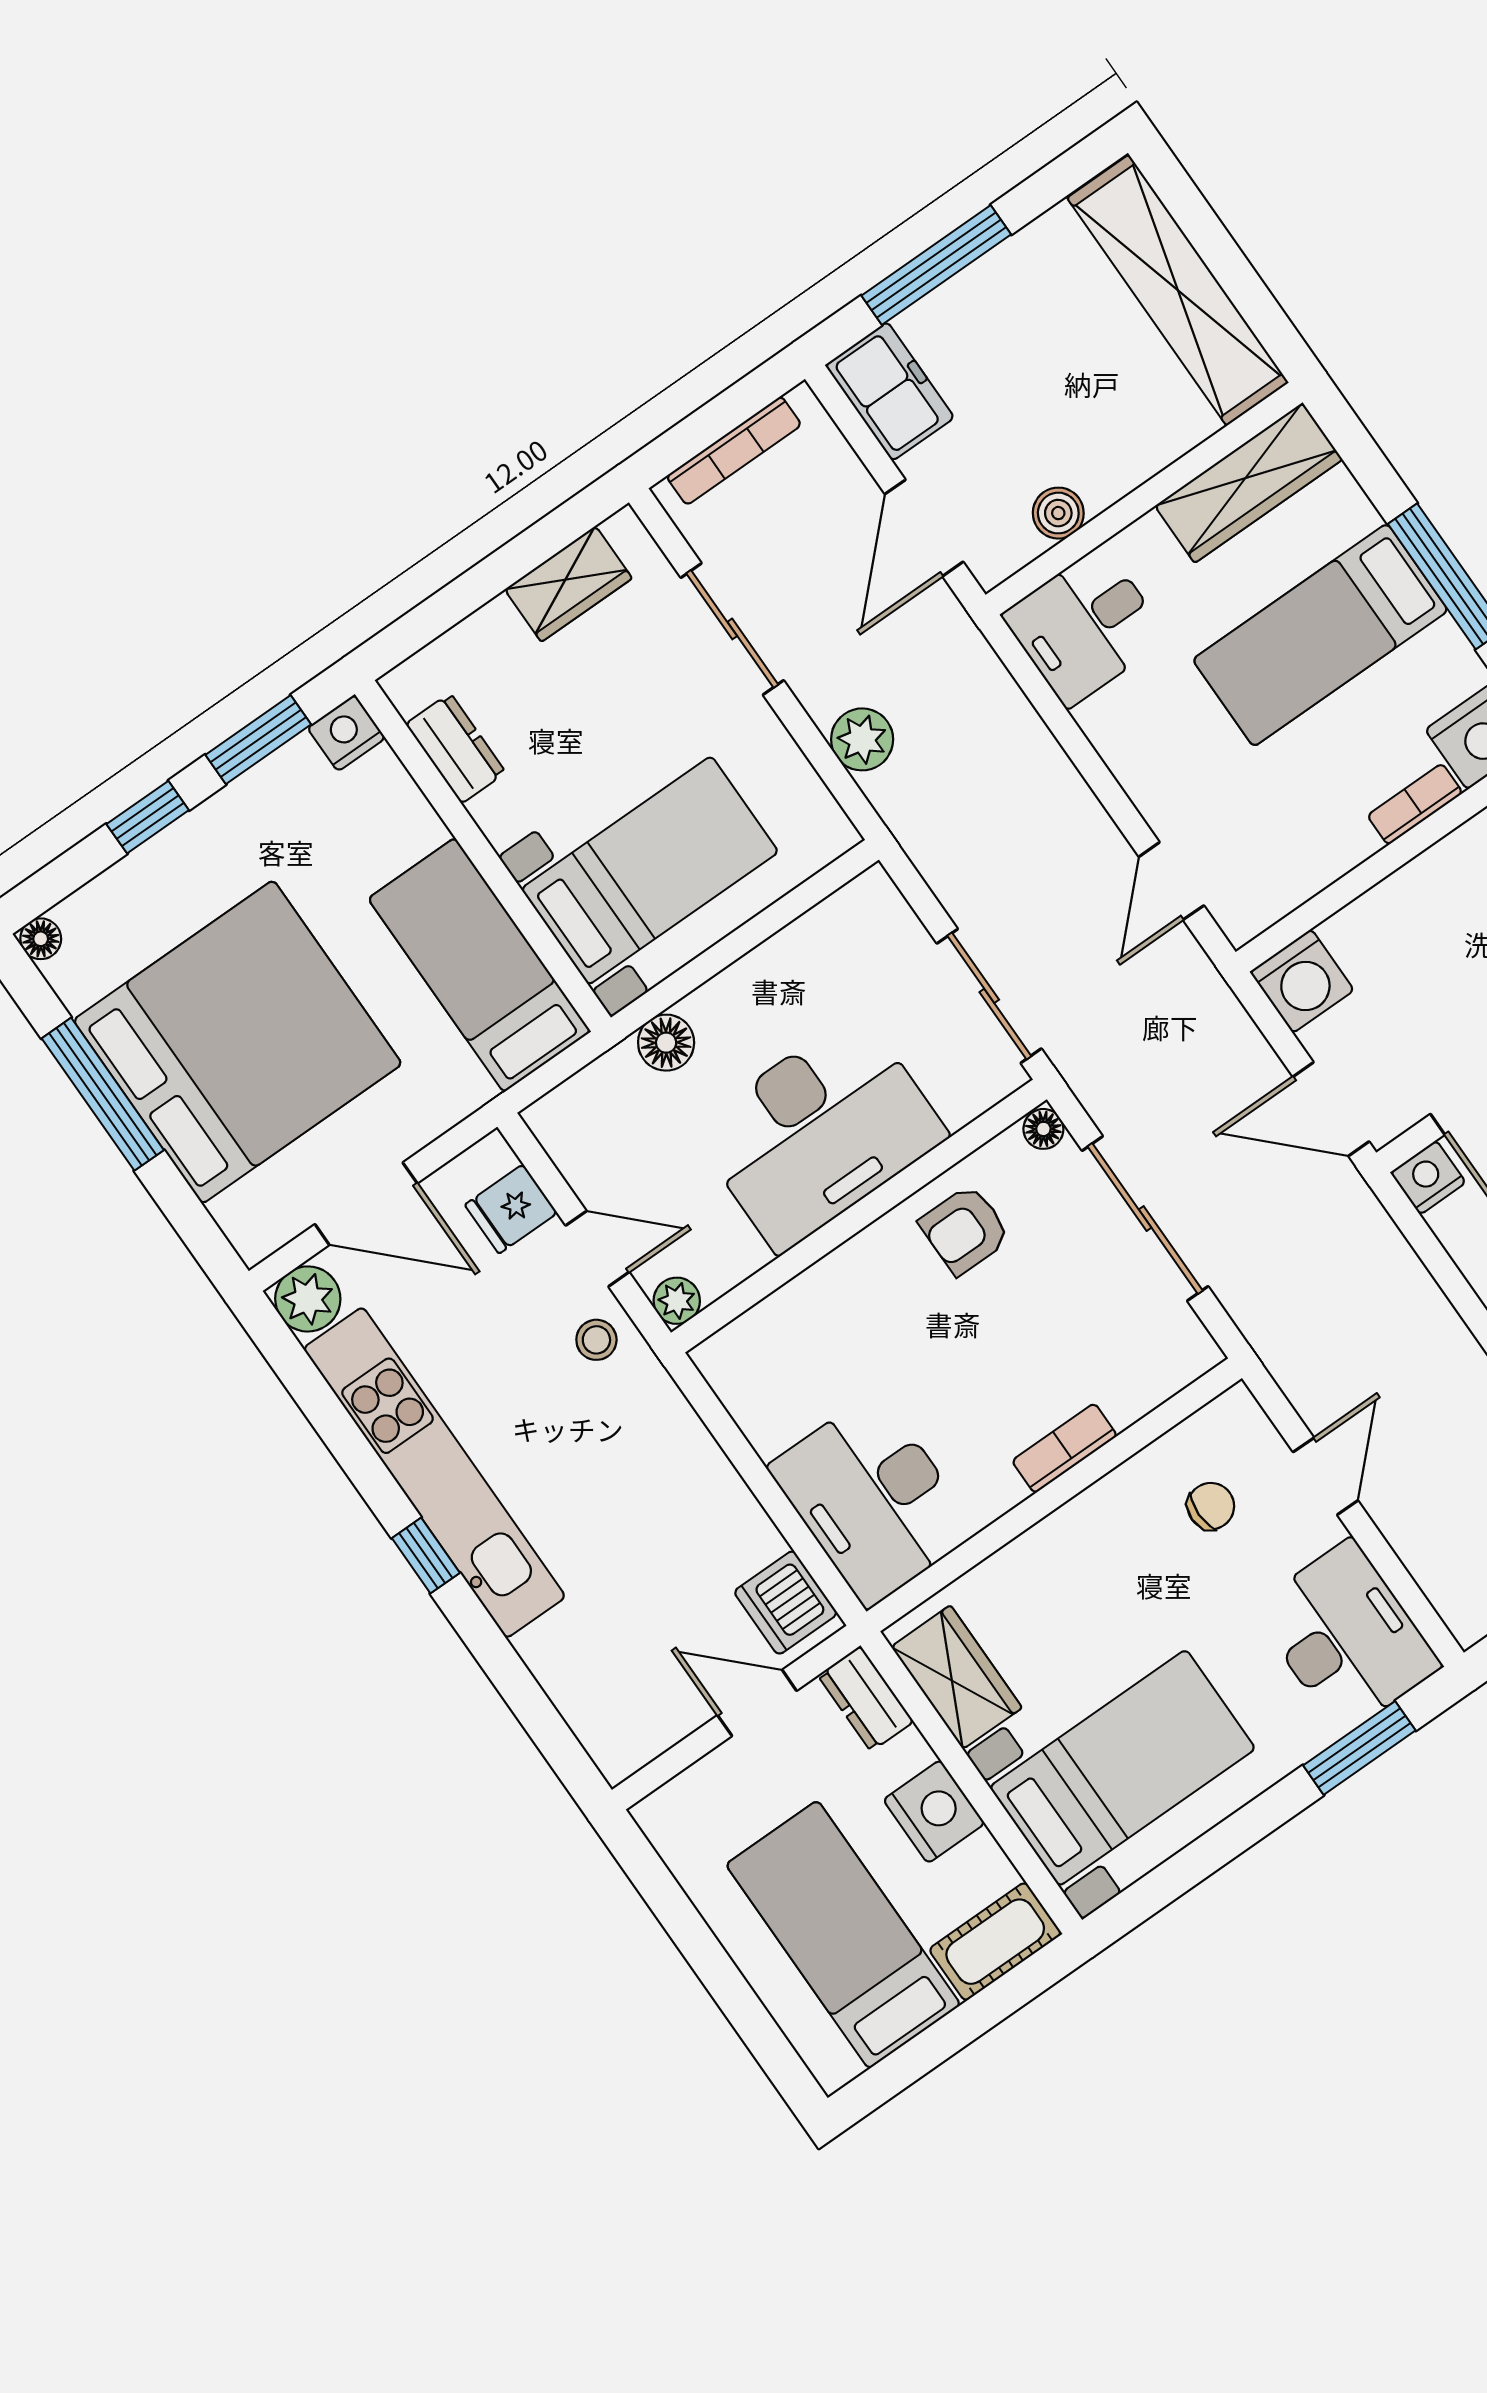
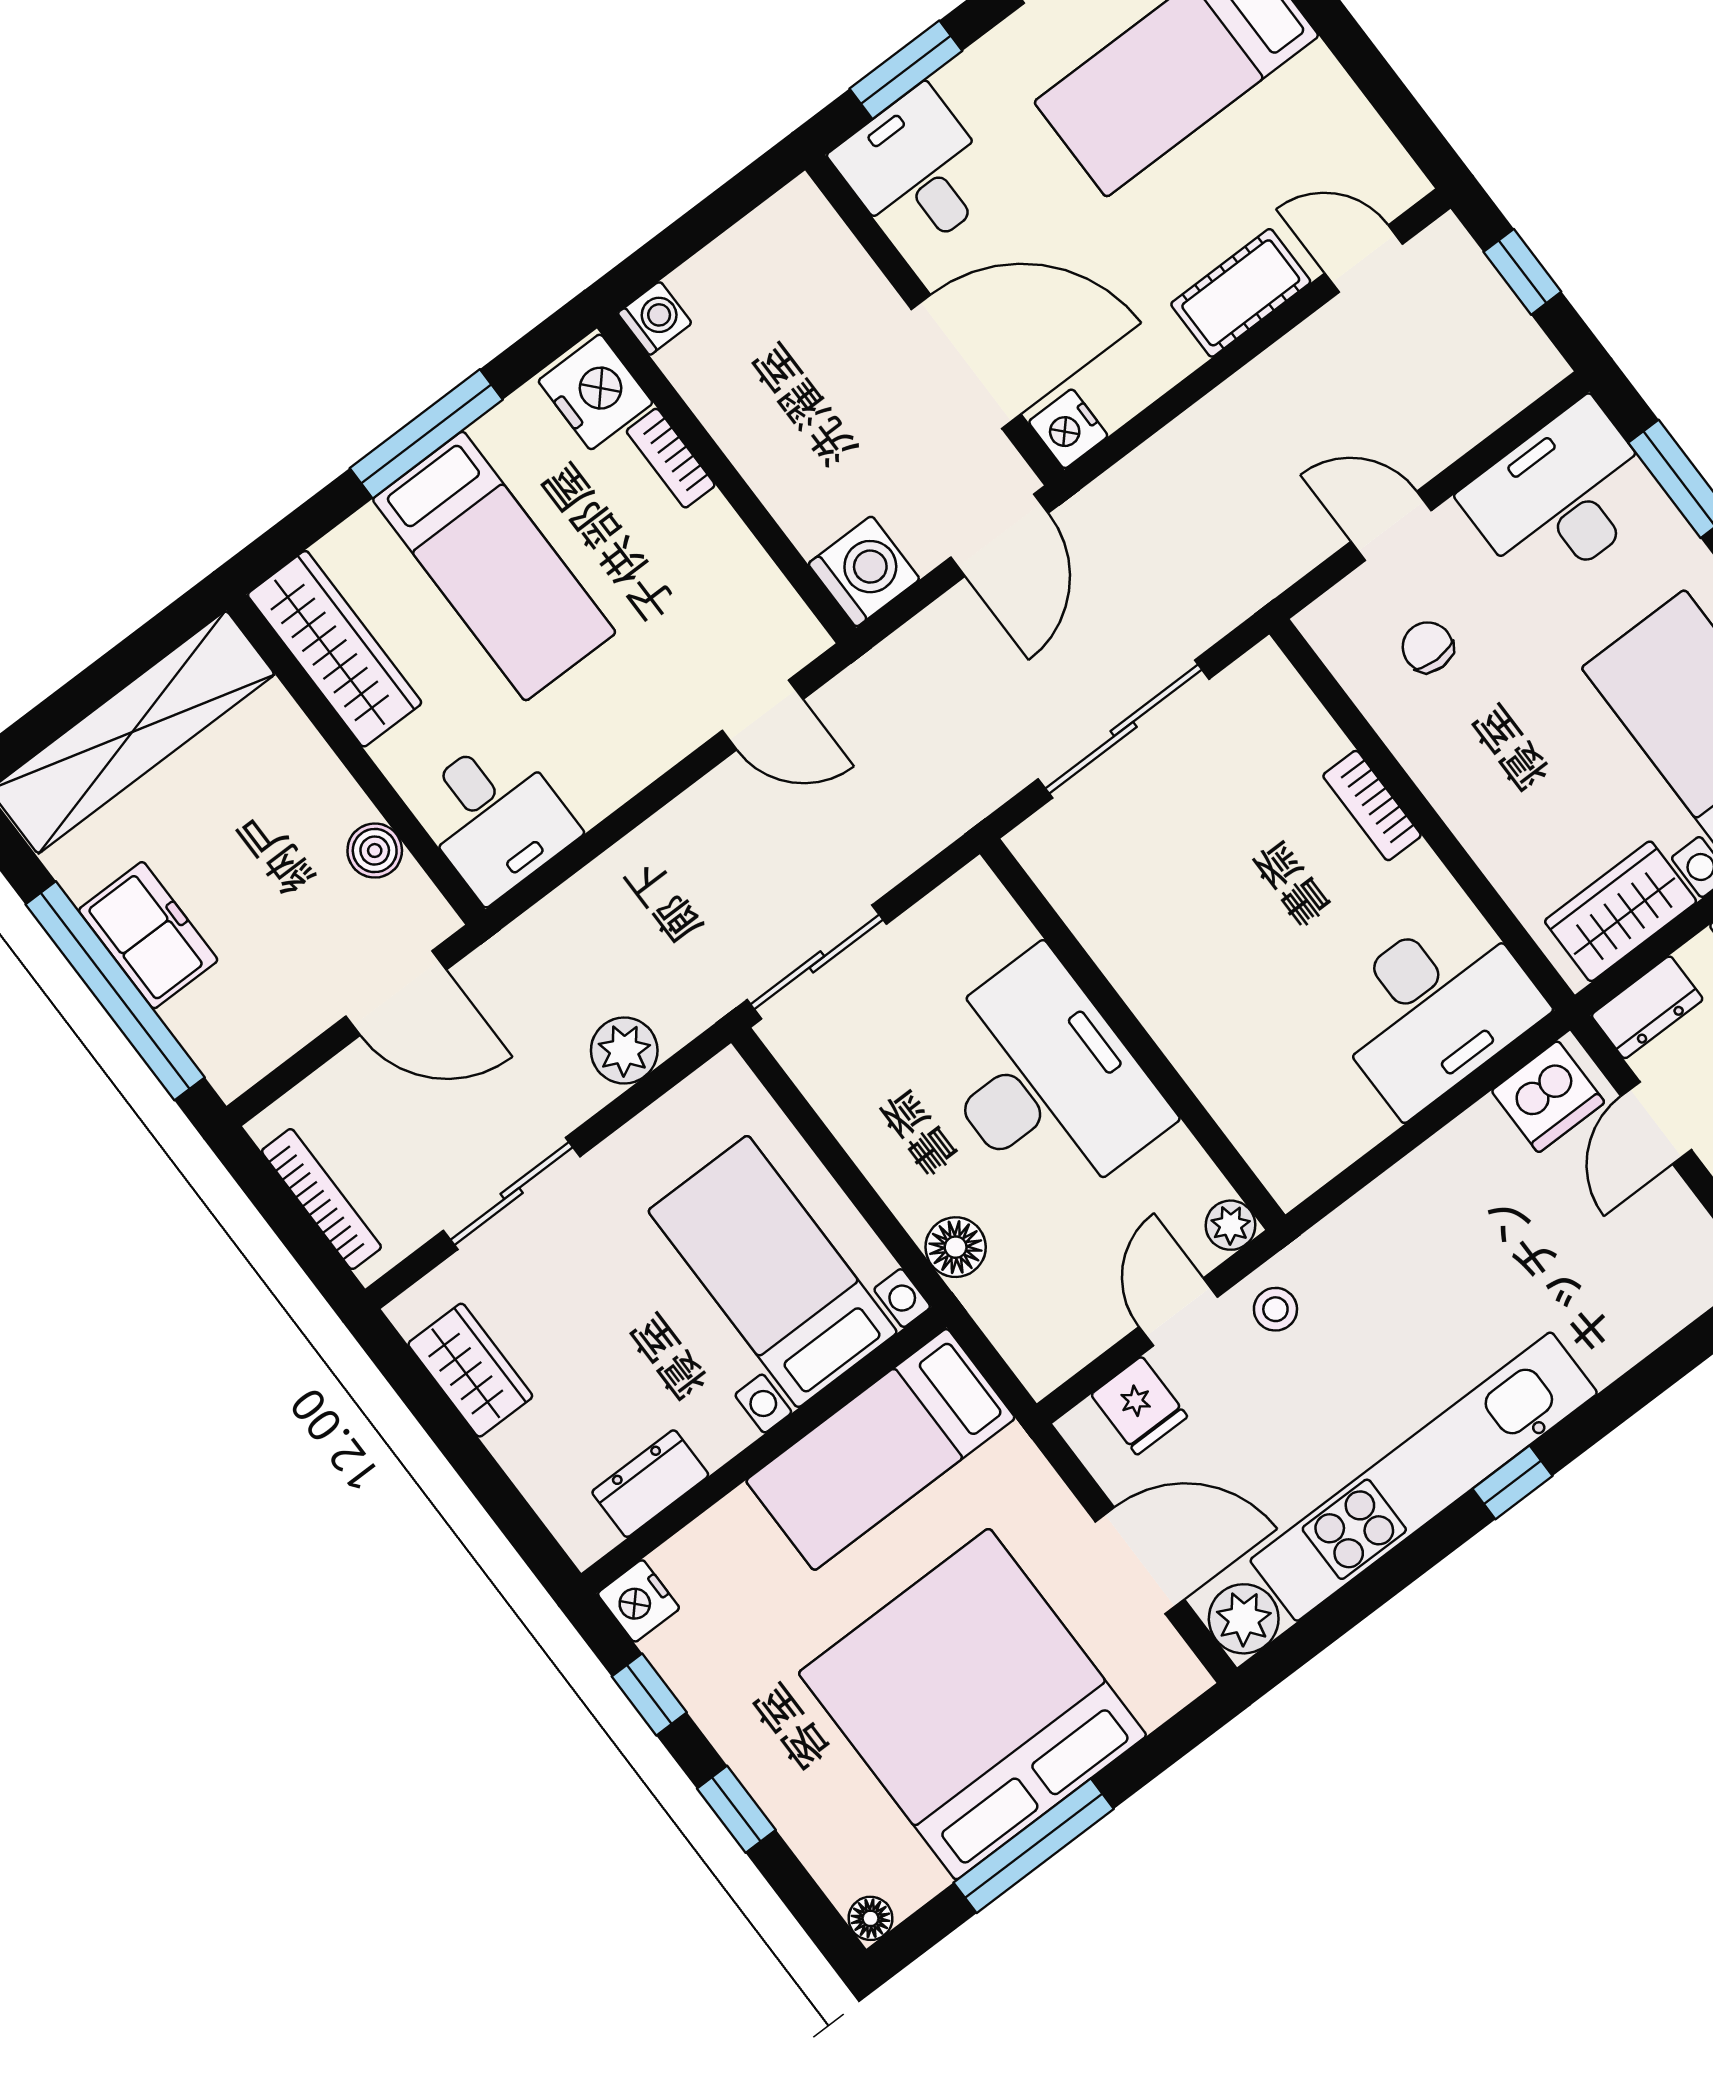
window: (936, 265) -> (115, 991), width x1.46
freezer: (890, 391) -> (148, 935), moved, turned 90
window: (258, 740) -> (649, 1694), width x0.67
sliding door: (989, 996) -> (817, 962), moved
floor lamp: (1043, 1129) -> (1032, 841), removed
door: (366, 1204) -> (1140, 1561), hinge flipped
armchair: (965, 1230) -> (1143, 921), removed

